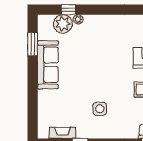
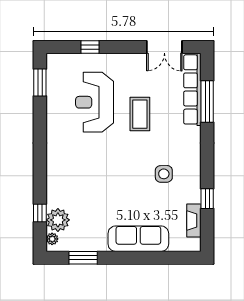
plant: (78, 19) -> (52, 239), moved
sofa: (48, 65) -> (138, 239), moved

